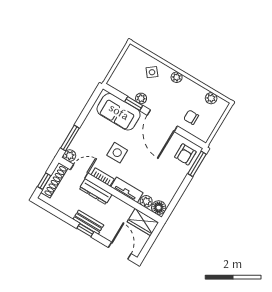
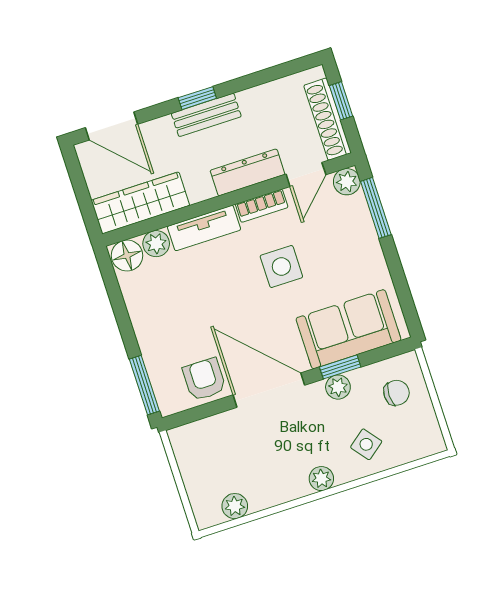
chair: (191, 117) -> (397, 393), moved
armchair: (185, 154) -> (204, 379), moved
wardrobe: (143, 222) -> (140, 203), width x1.50

